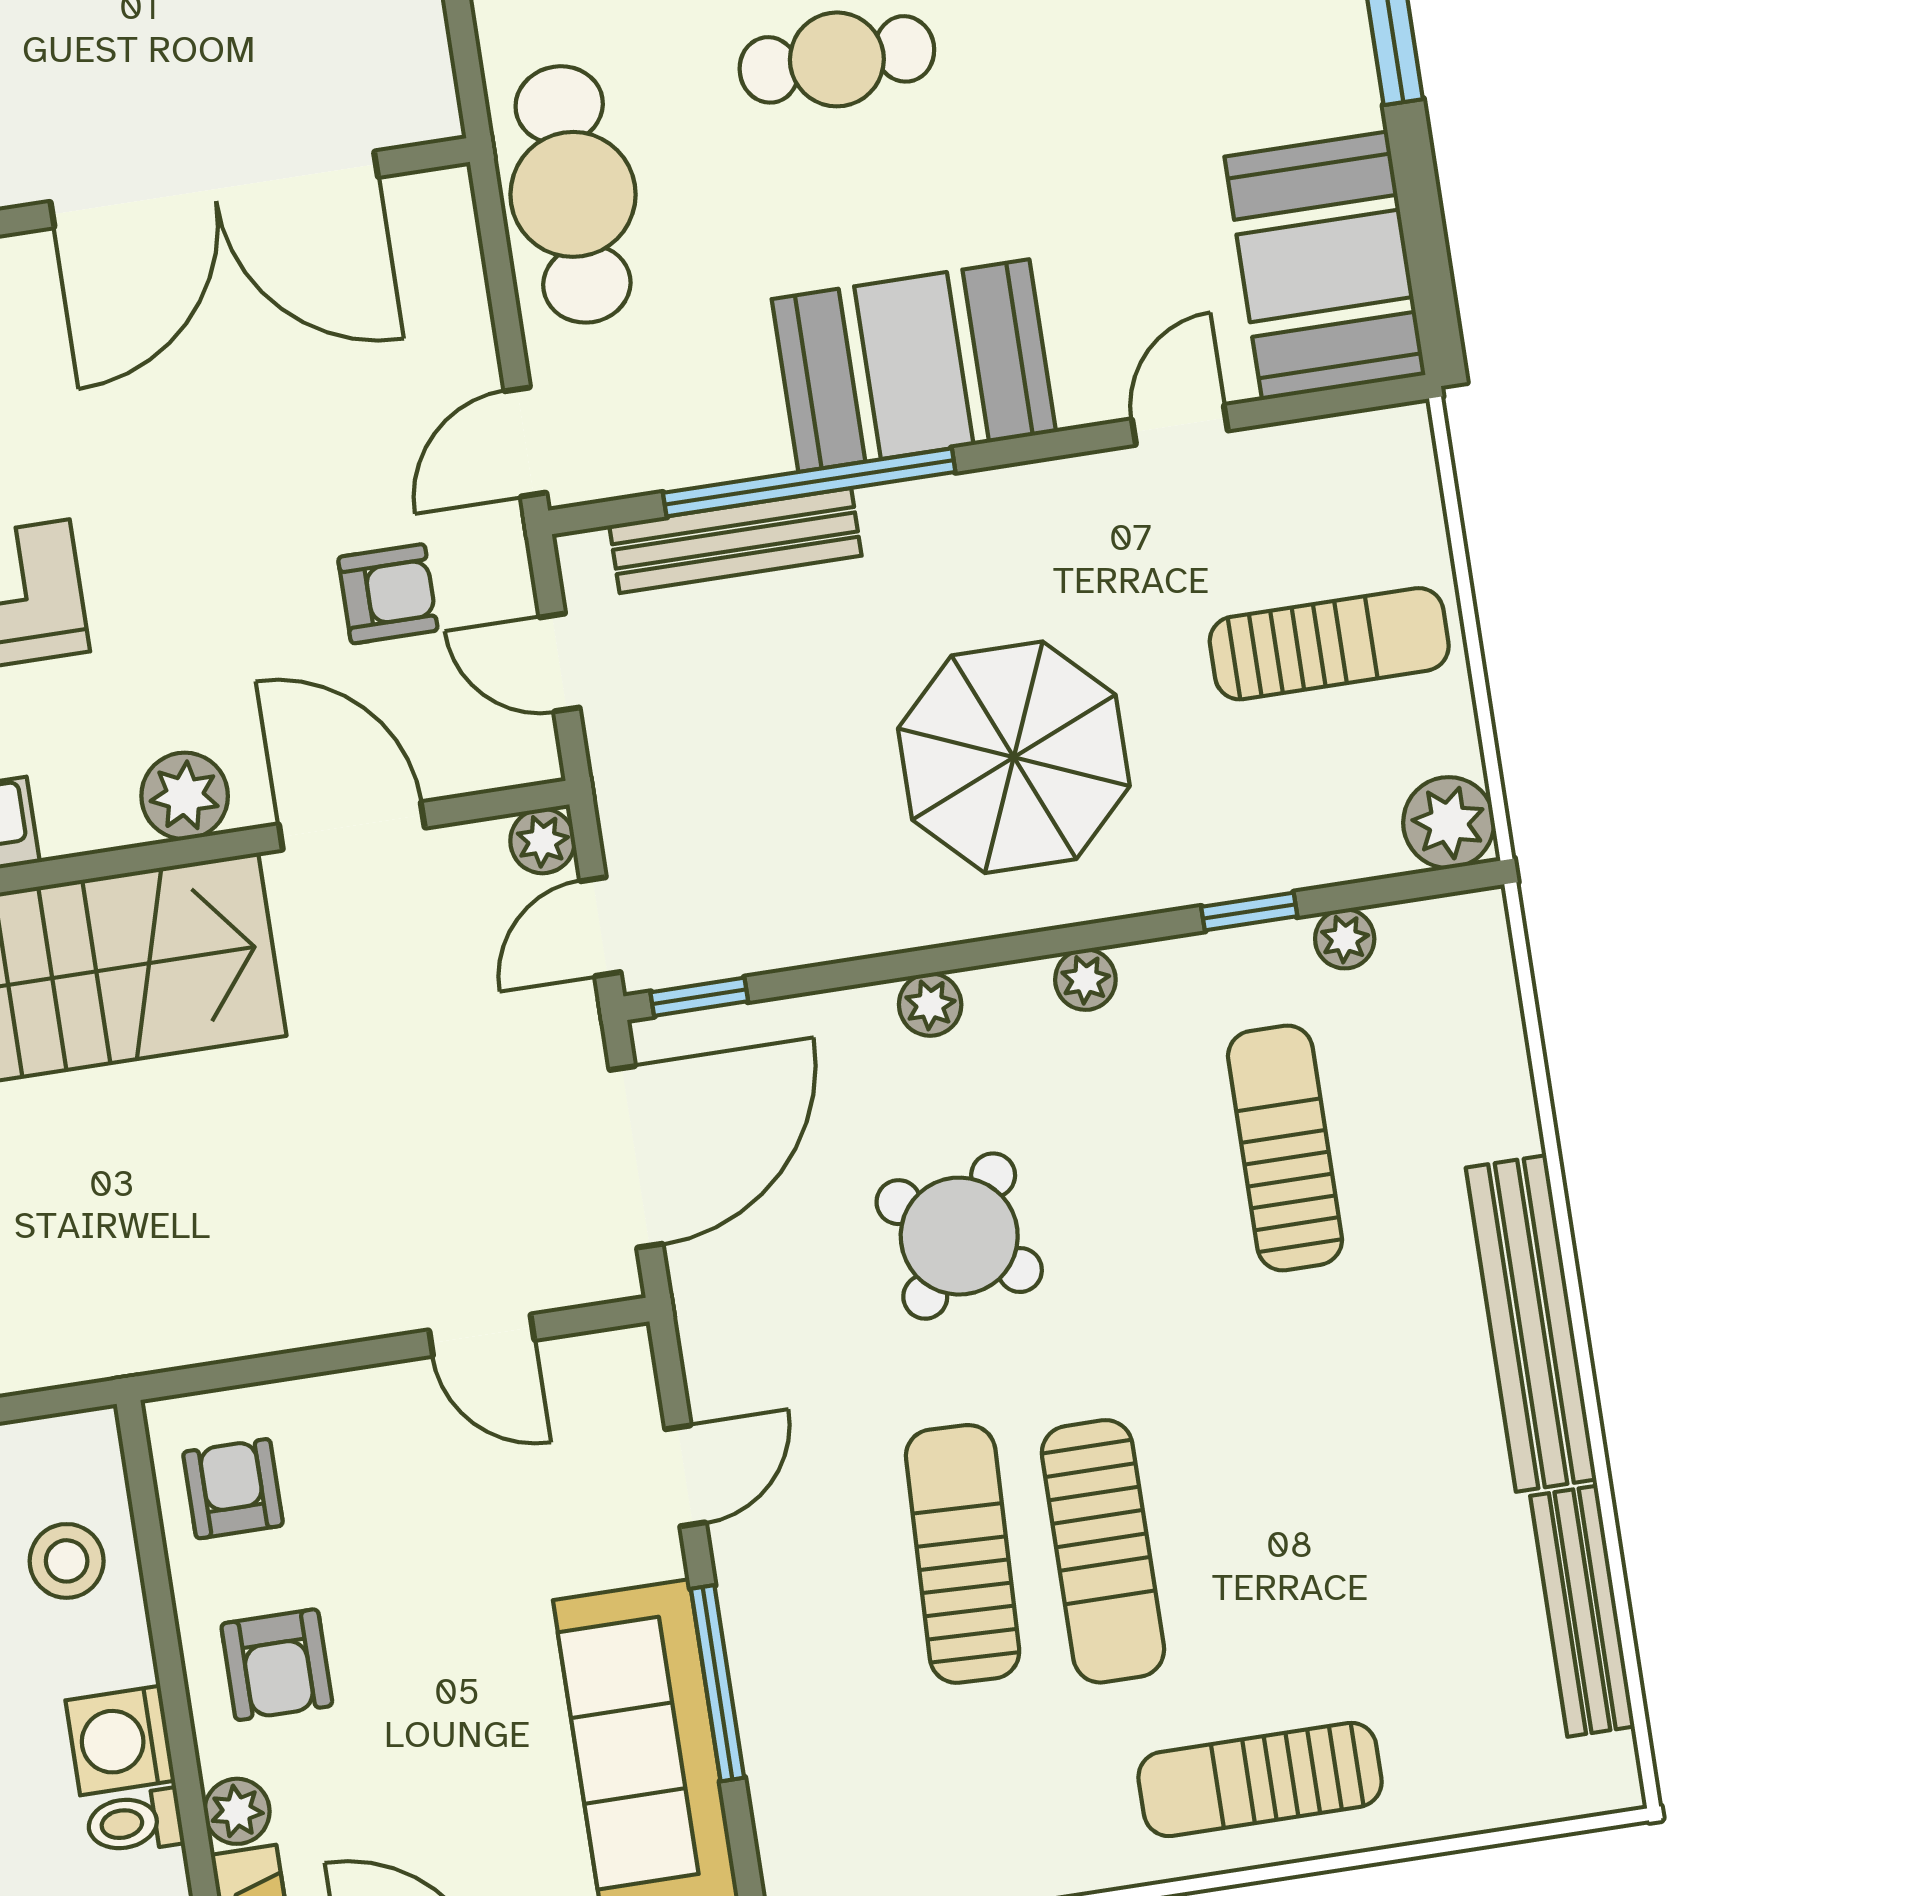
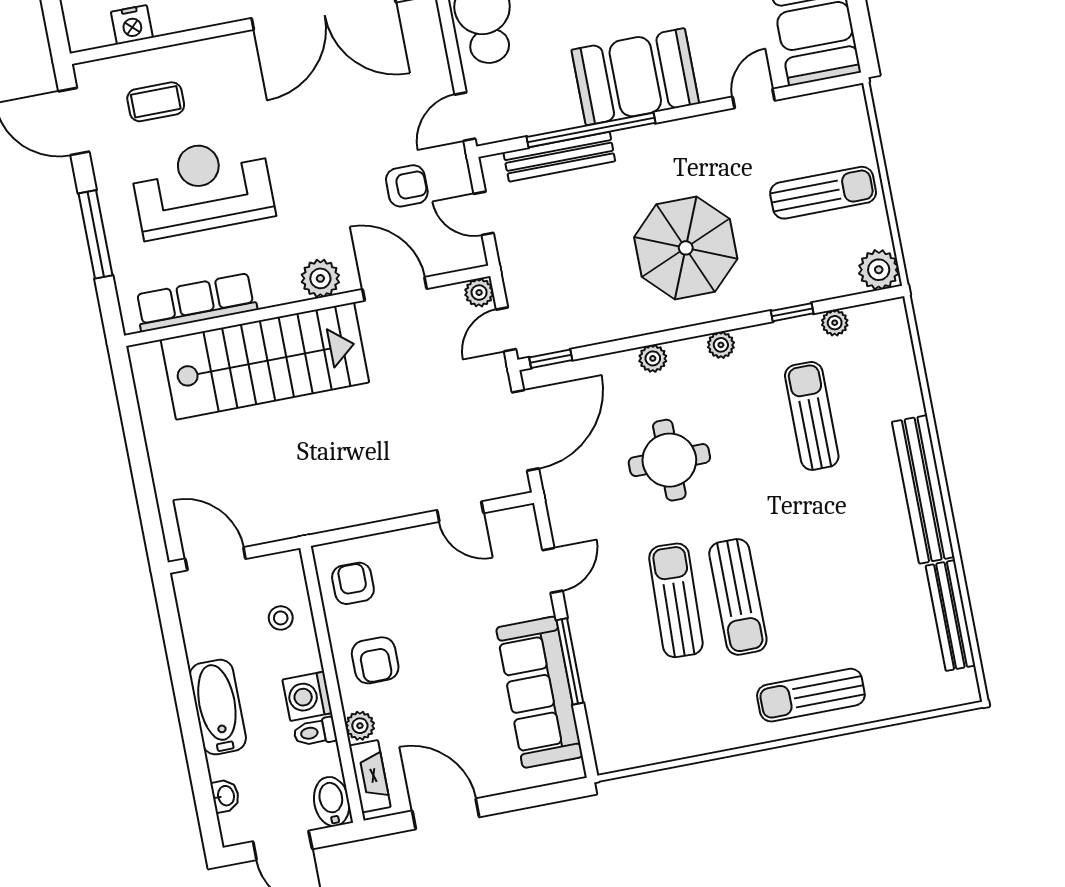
round table: (959, 1236) -> (669, 460), turned -38
stool: (67, 1561) -> (281, 618), width x0.73, depth x0.73

